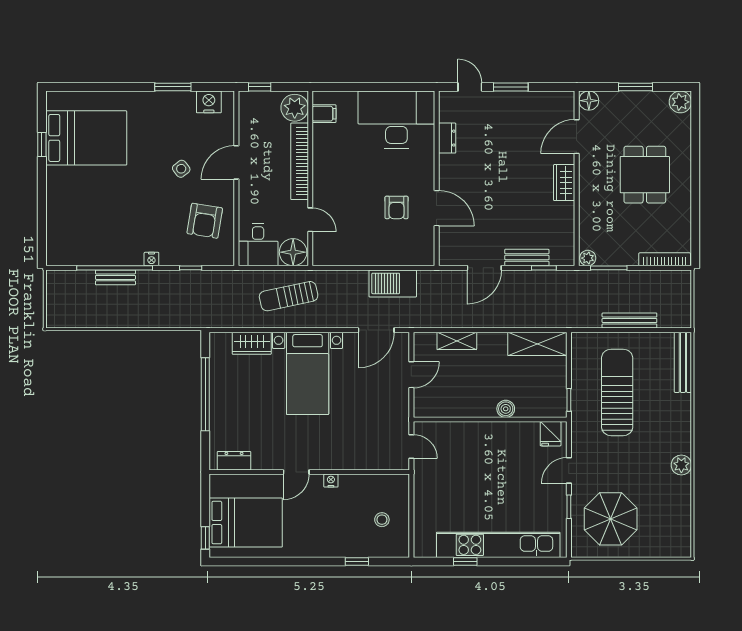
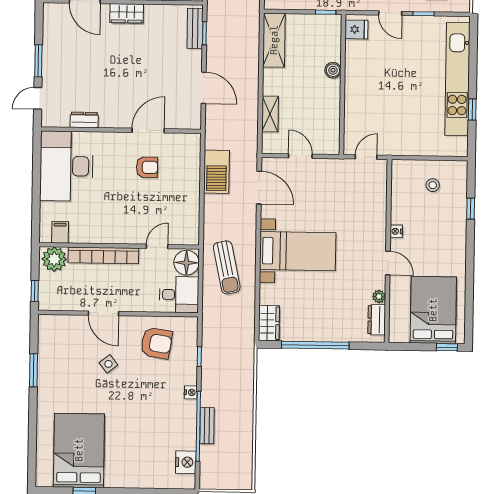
nightstand: (209, 102) -> (186, 462), moved, turned 180
bench: (527, 257) -> (195, 28), moved
wardrobe: (252, 343) -> (269, 323), moved
plant: (259, 463) -> (379, 296), added

